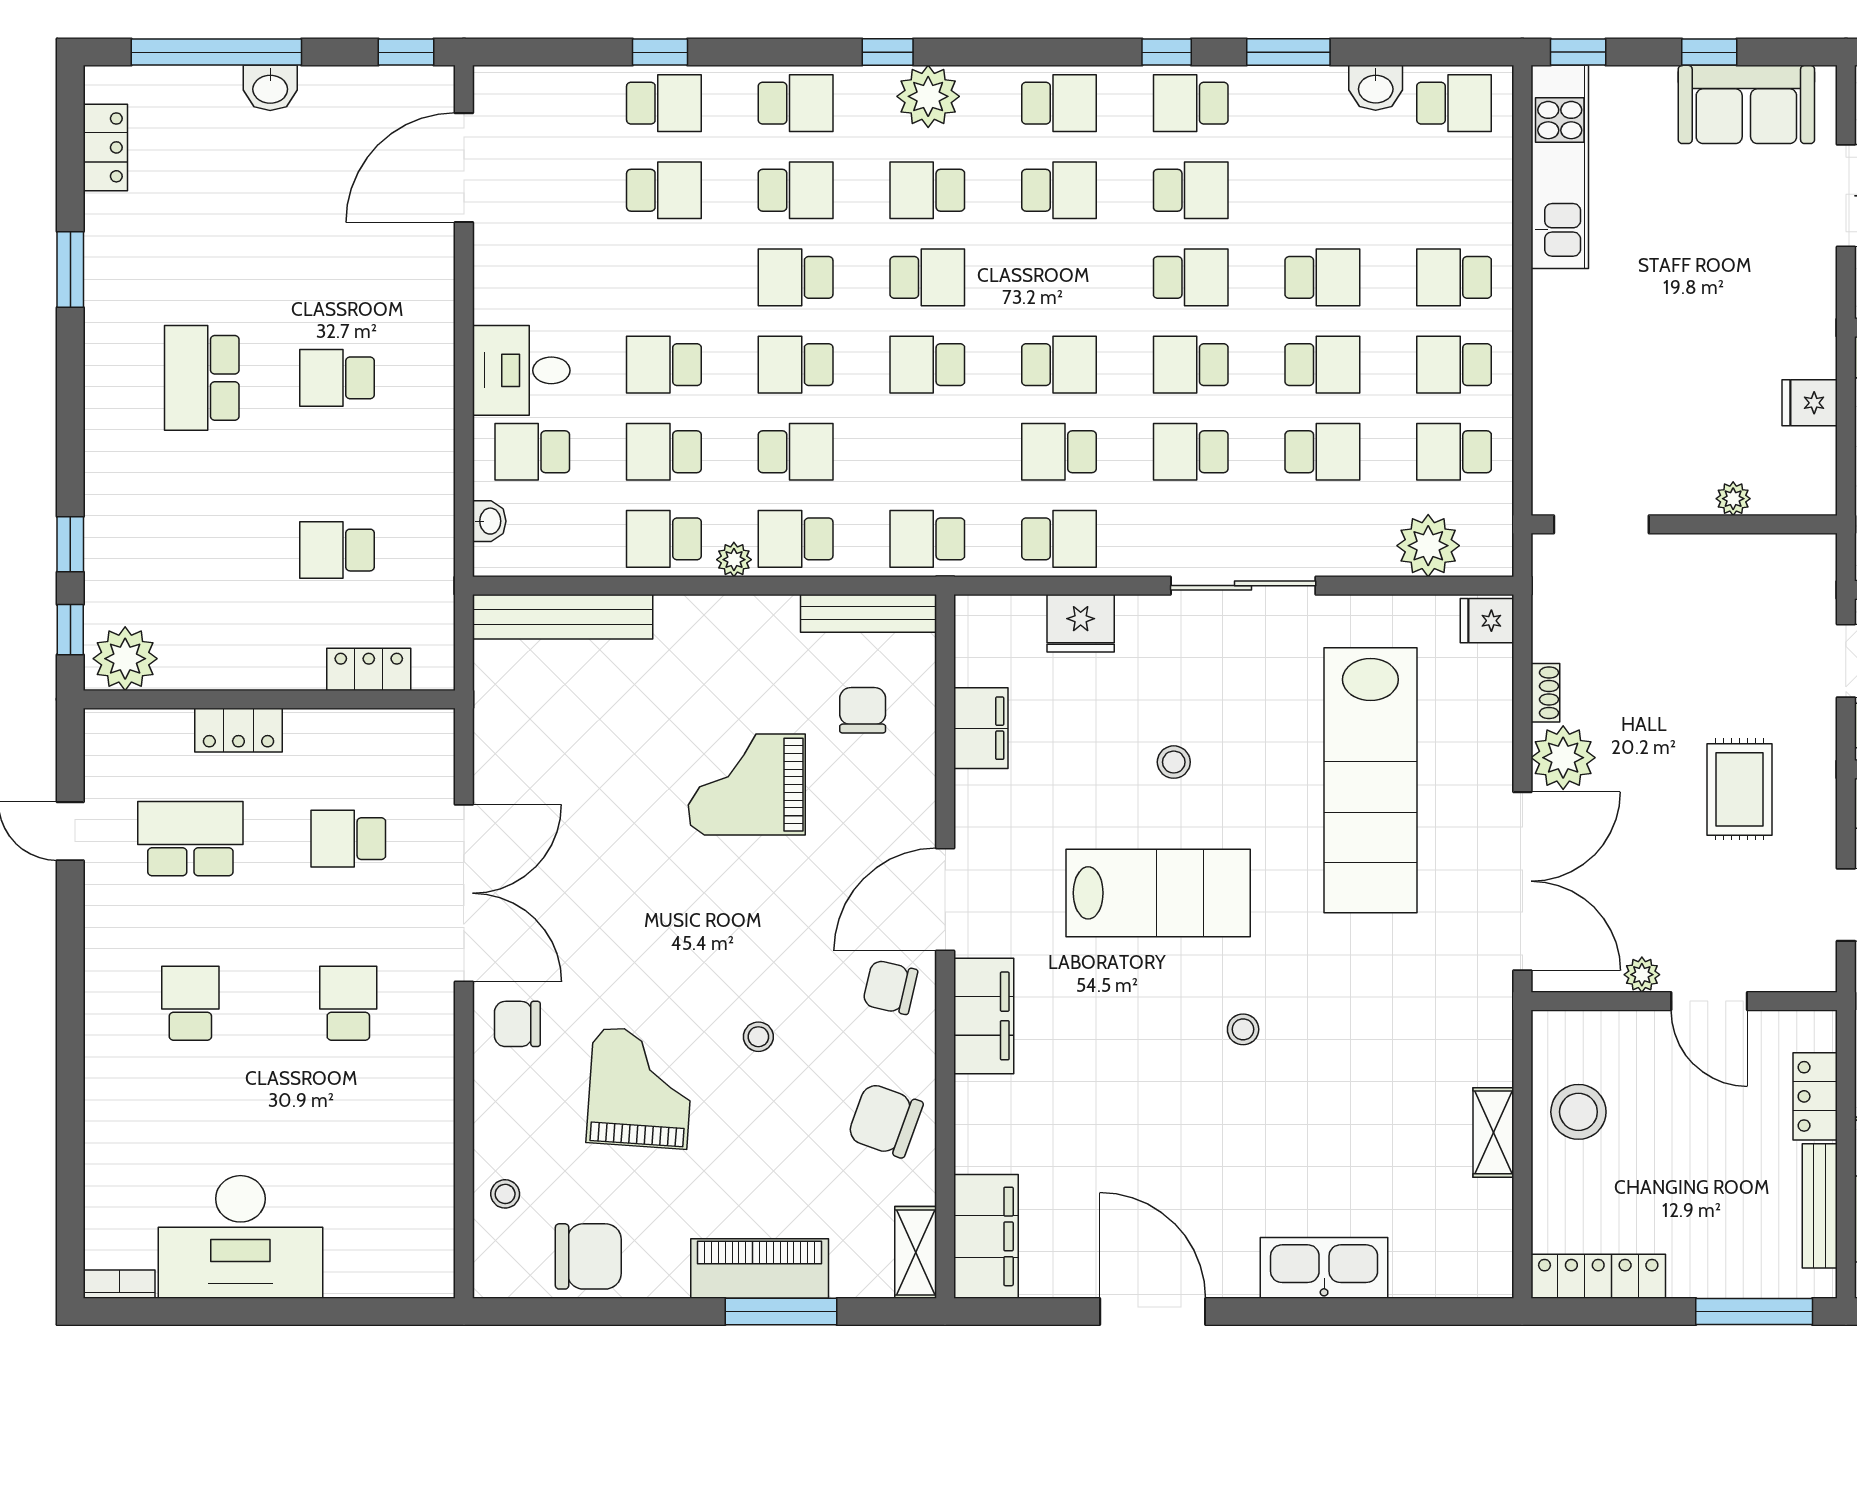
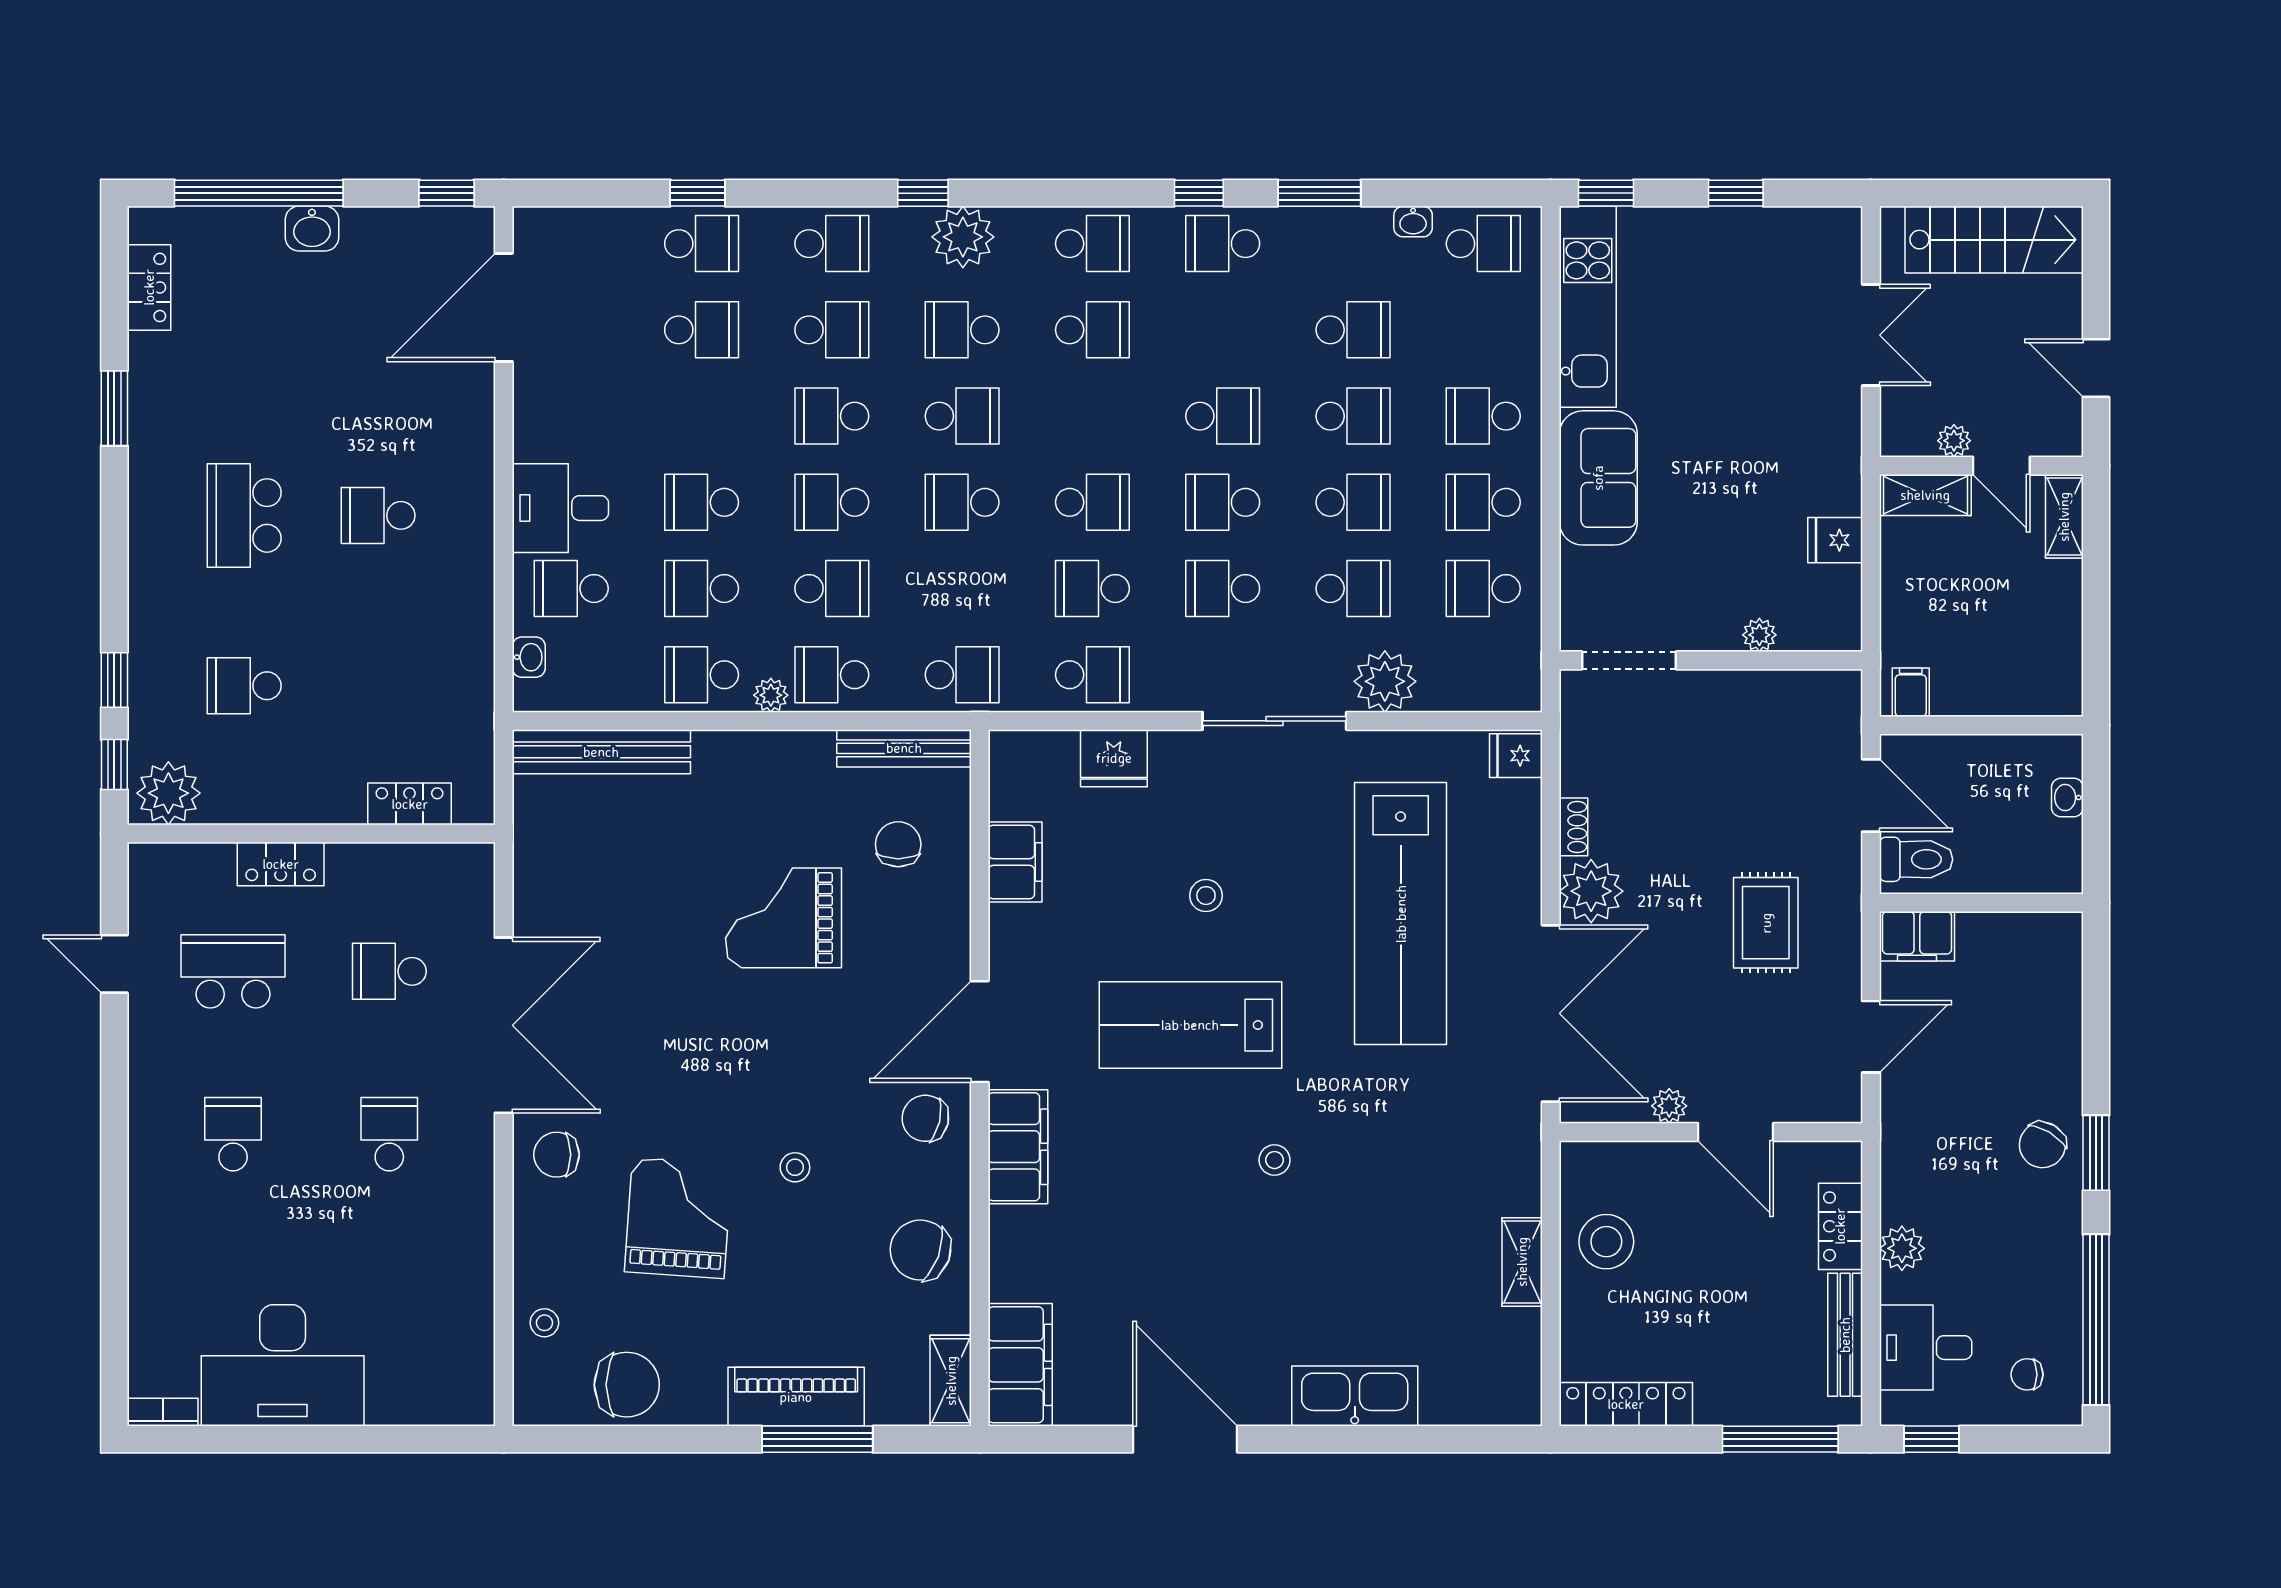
washbasin: (1376, 88) -> (1413, 222), width x0.72, depth x0.69
sofa: (1746, 104) -> (1598, 478), moved, turned -90
school desk: (1191, 190) -> (1353, 330), moved
school desk: (927, 539) -> (962, 675), turned 180
plant: (1428, 546) -> (1385, 681), moved
school desk: (337, 550) -> (244, 686), moved
lab bench: (1158, 893) -> (1190, 1025), turned 180

